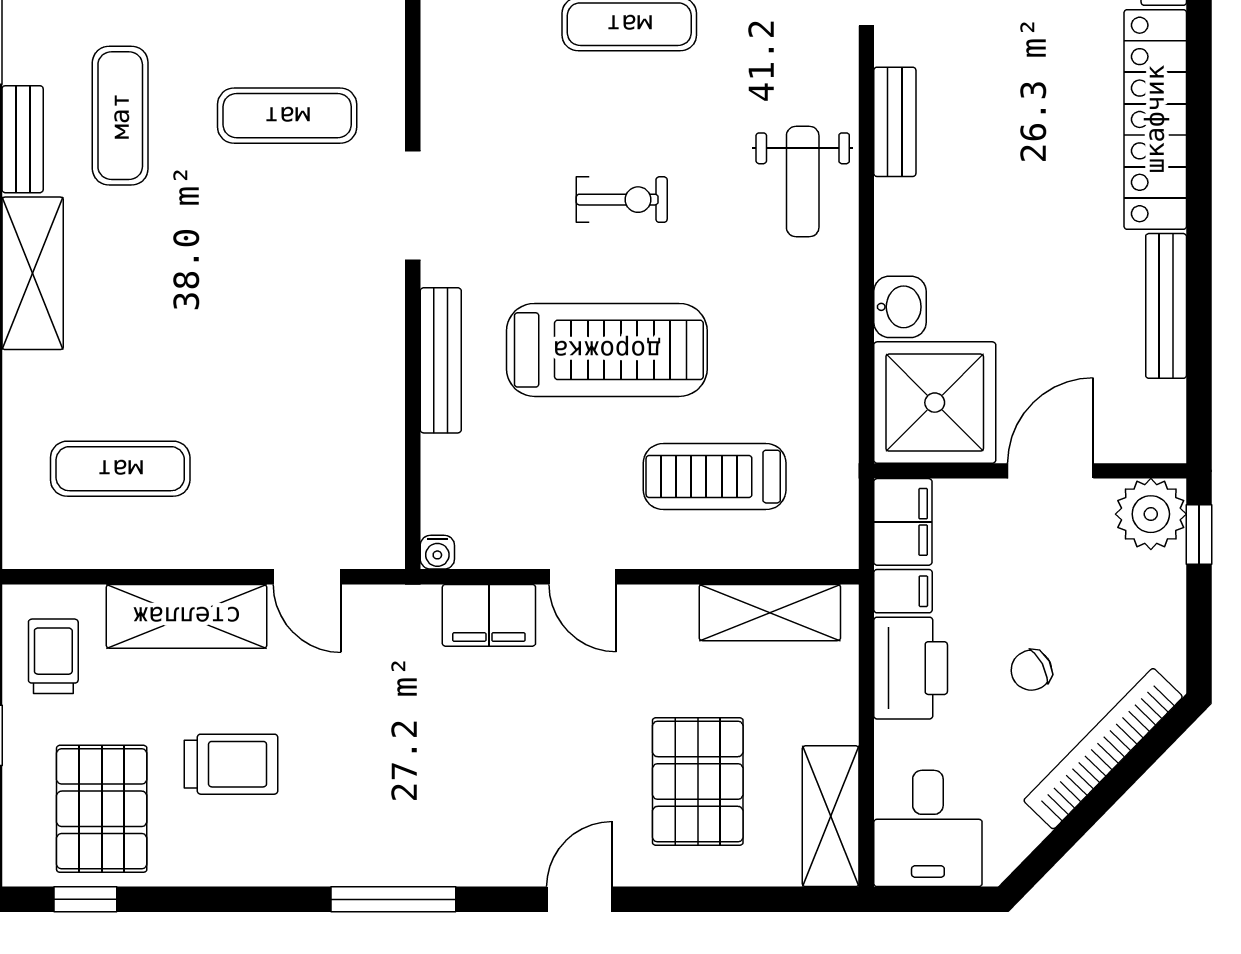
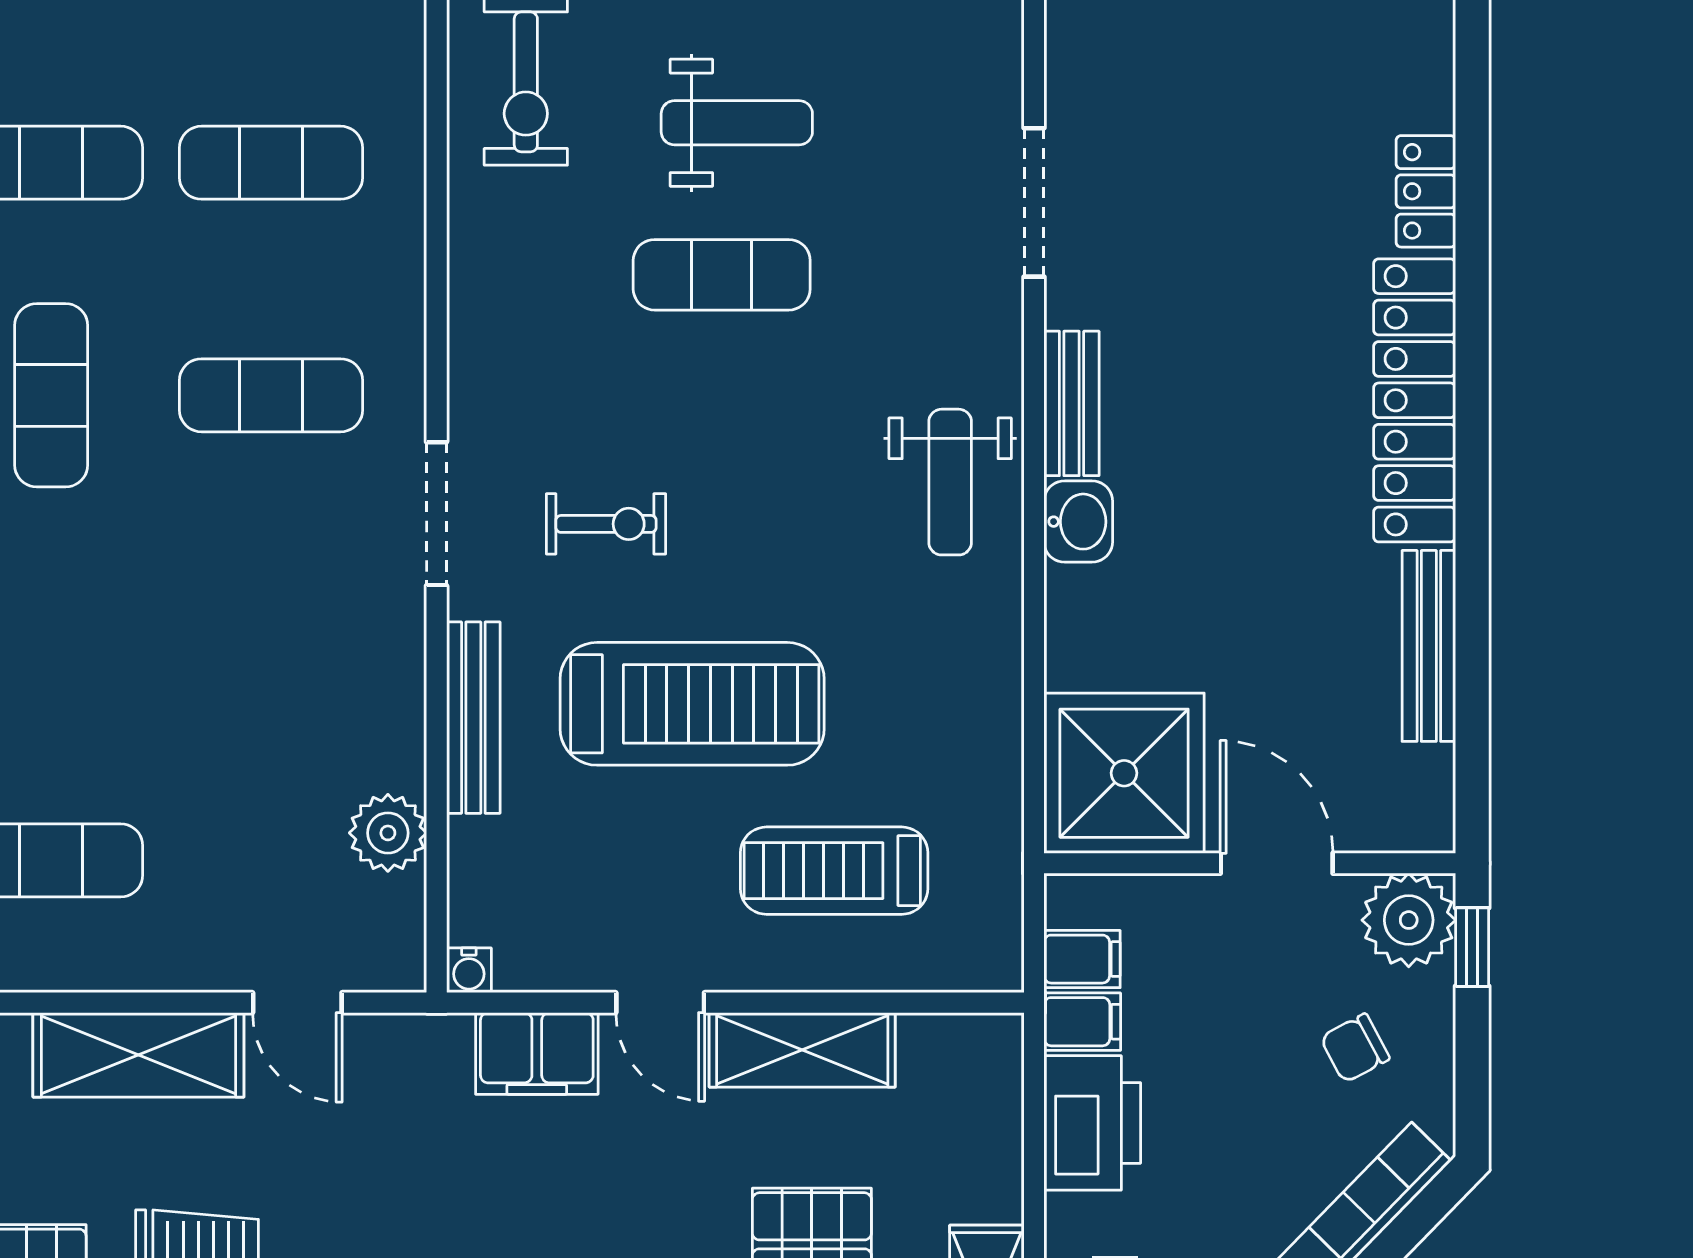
exercise bike: (622, 200) -> (606, 524), moved
washbasin: (900, 307) -> (1078, 522), moved
plant: (376, 448) -> (388, 833), added
door: (1051, 471) -> (1277, 863), hinge flipped
filing cabinet: (903, 522) -> (1082, 959), width x0.50
shelving: (770, 613) -> (802, 1050), moved
chair: (1031, 670) -> (1355, 1048), moved

